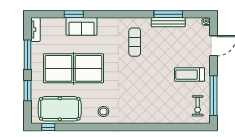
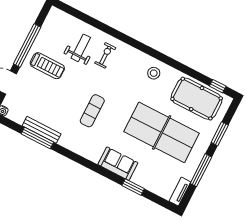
sofa: (82, 26) -> (118, 164), moved
exercise mat: (135, 42) -> (92, 111), moved
window: (213, 96) -> (27, 46), moved
weight bench: (171, 102) -> (81, 48), added
exercise bike: (198, 106) -> (105, 55), moved

